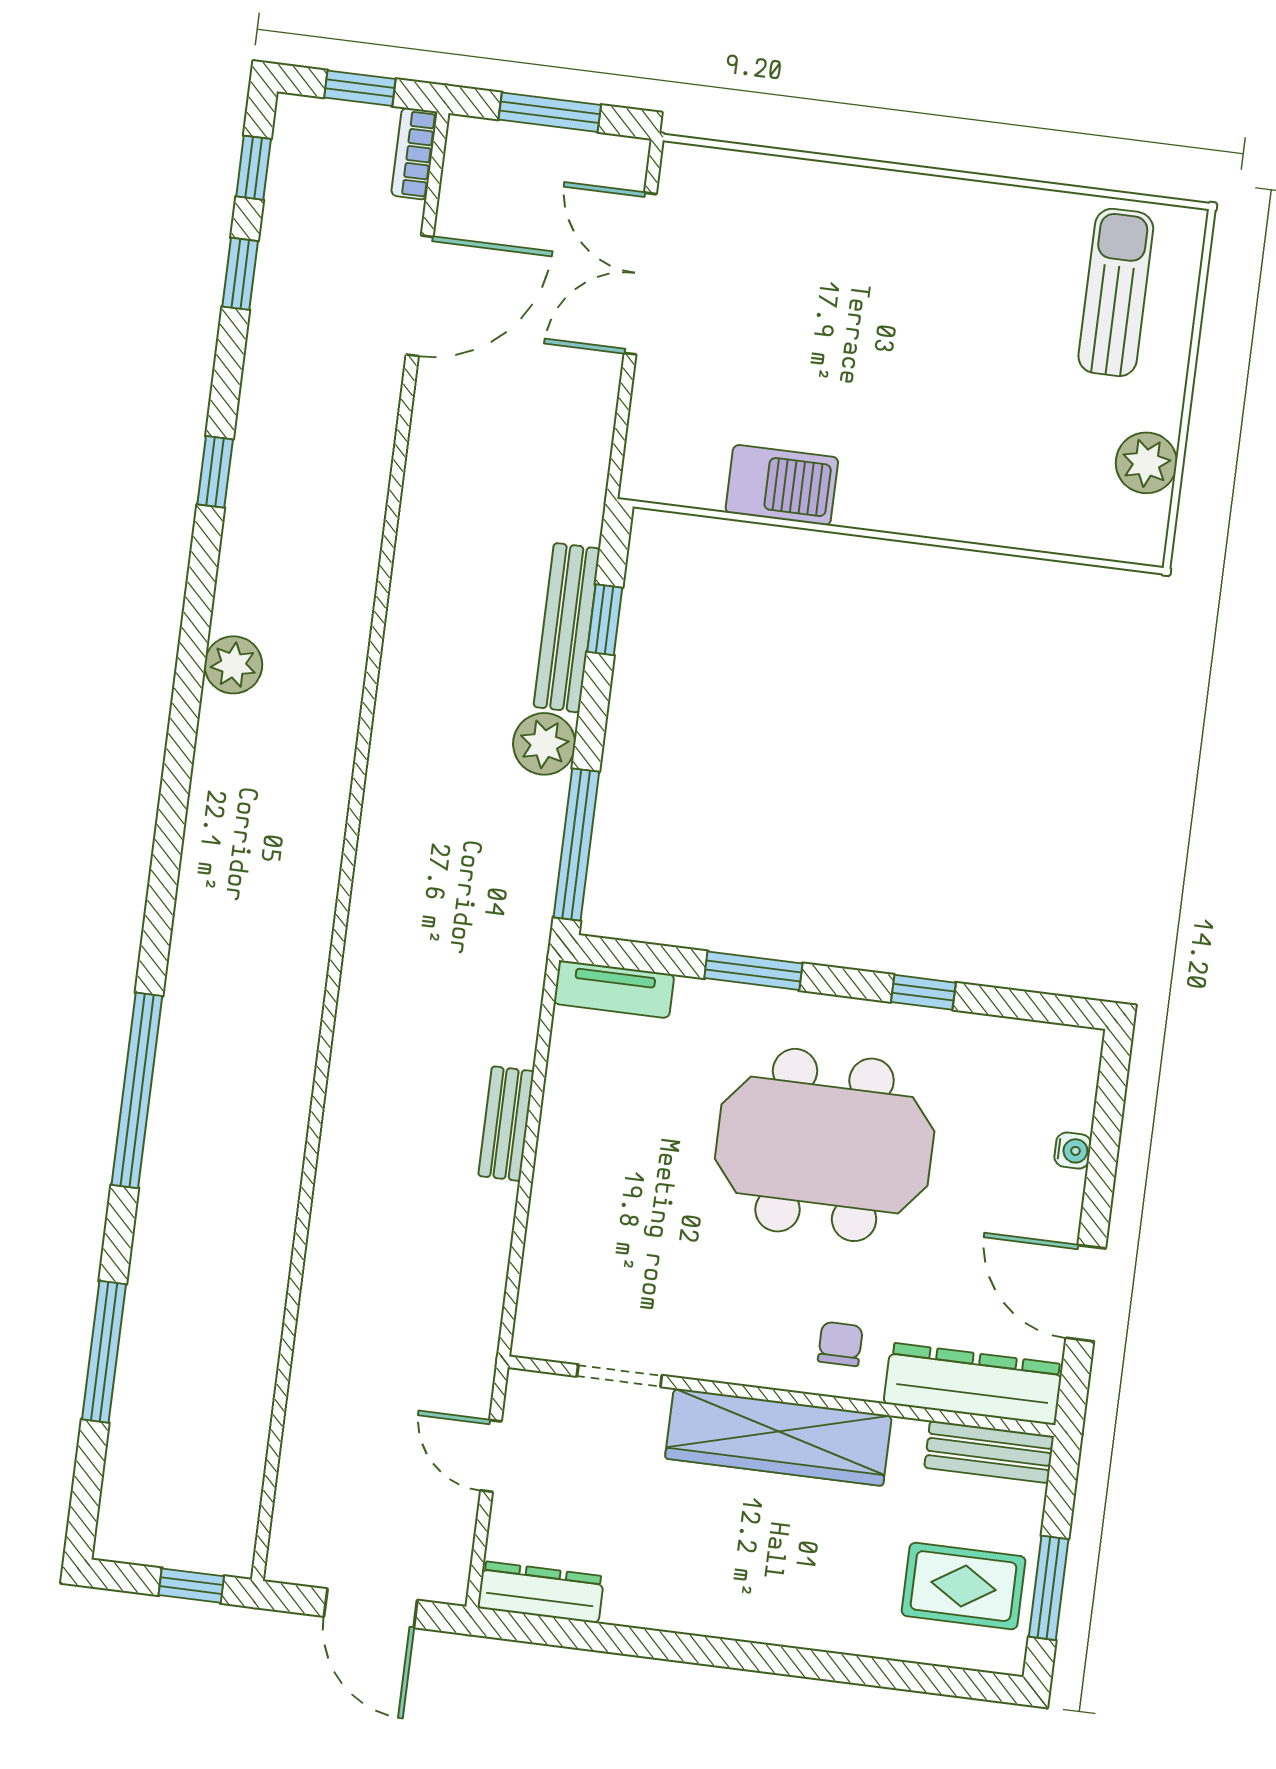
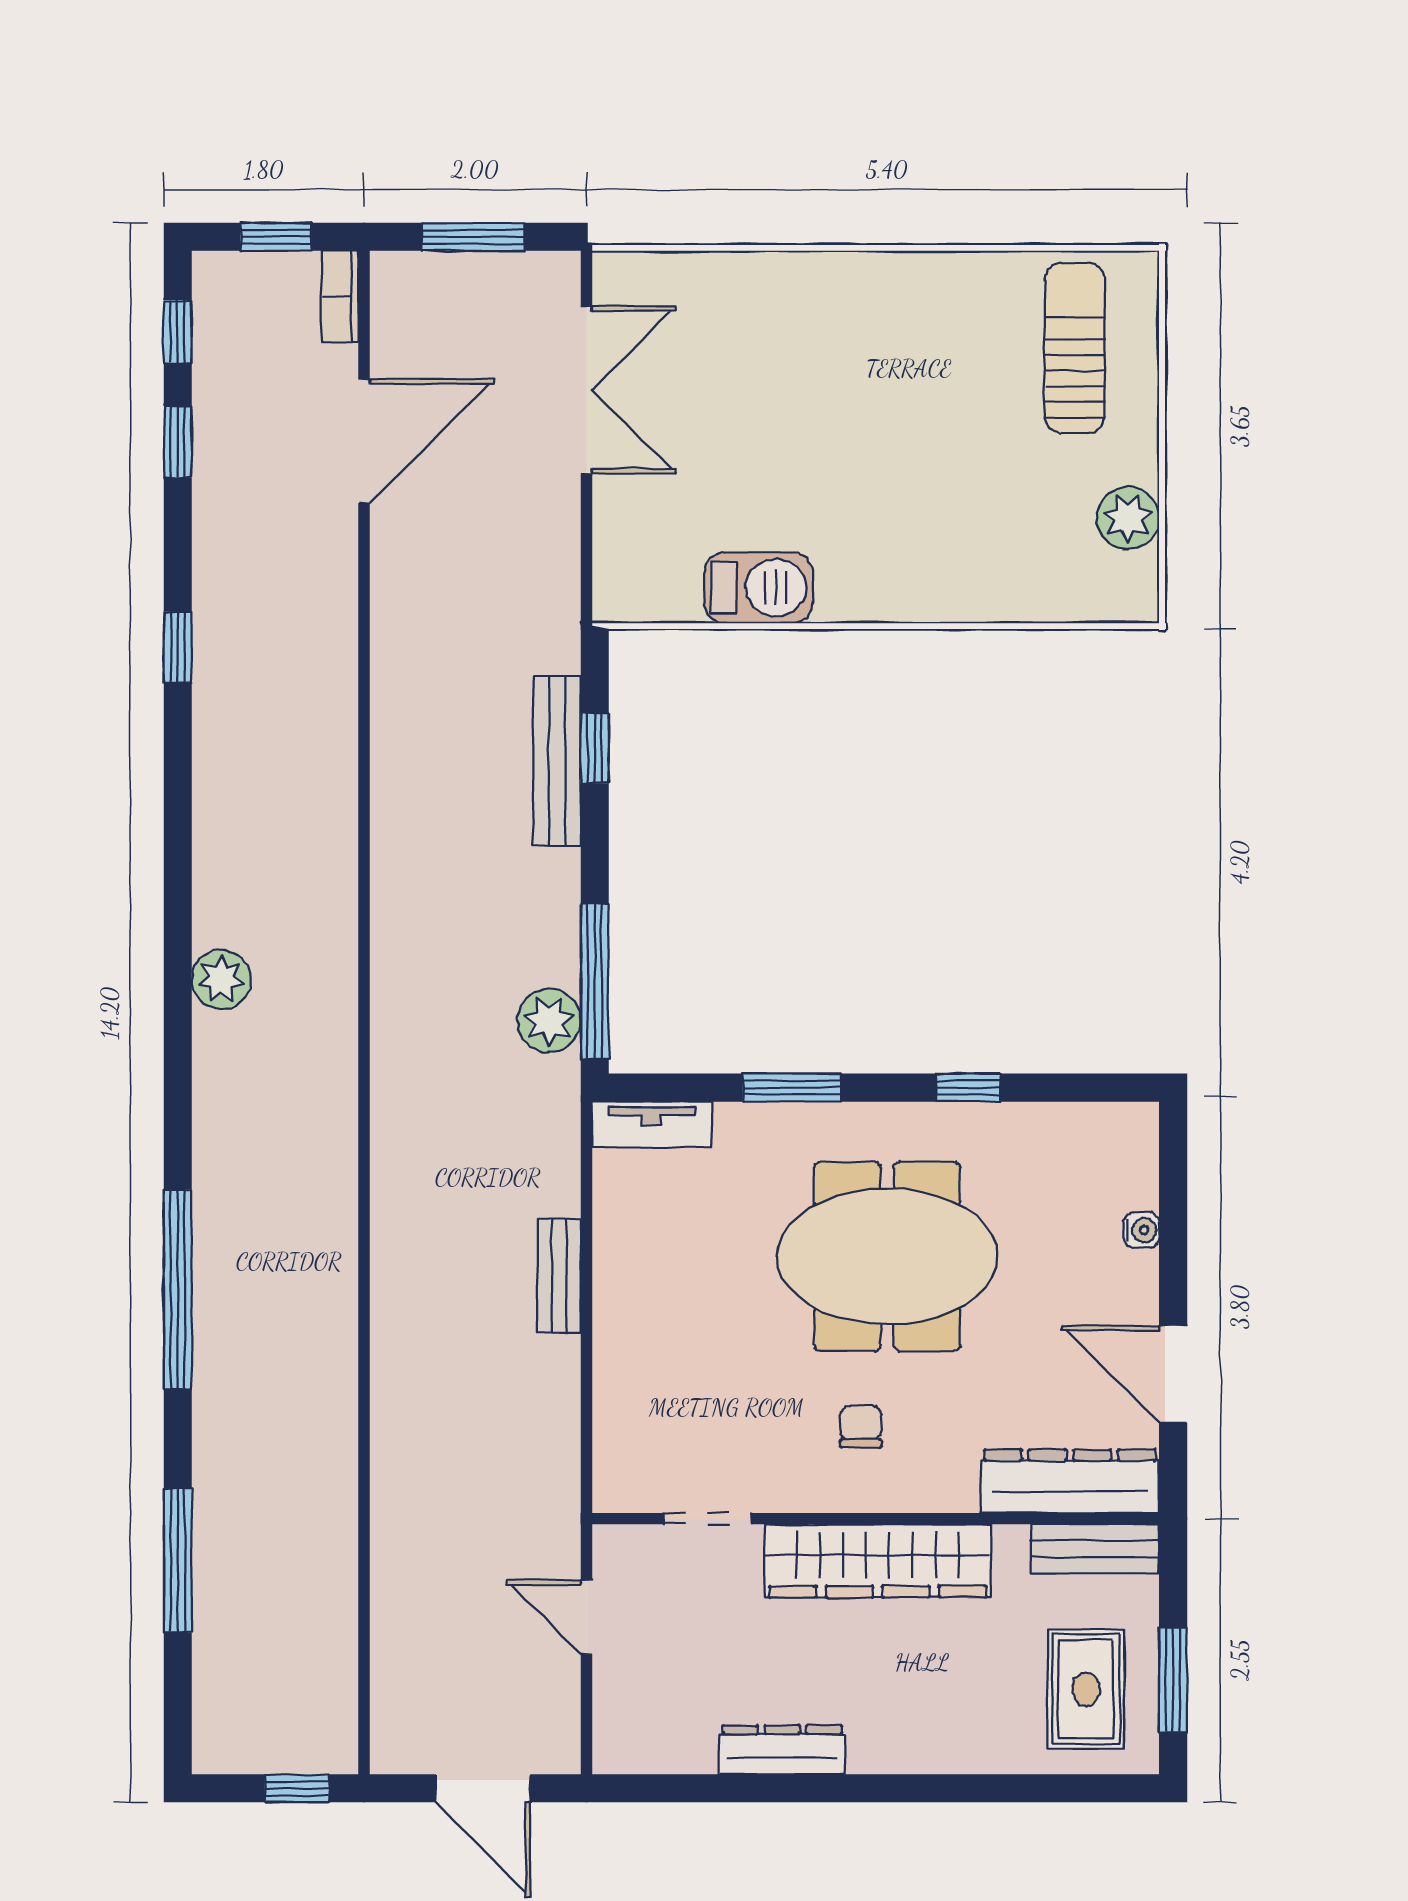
double door: (640, 274) -> (586, 390), swing flipped
plant: (233, 665) -> (221, 979), moved
plant: (544, 744) -> (549, 1021), moved
chair: (840, 1344) -> (861, 1427), moved
rug: (964, 1586) -> (1086, 1689), turned 90
dresser: (541, 1592) -> (782, 1750), moved

